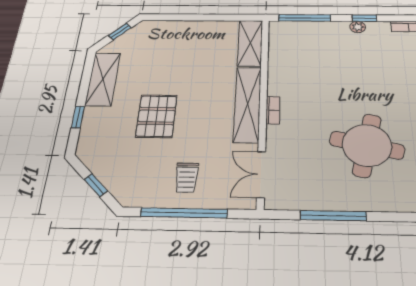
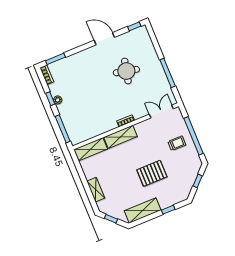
shelving: (180, 27) -> (96, 190), added
shelving: (248, 104) -> (120, 137), width x0.68
round table: (367, 145) -> (126, 71), width x0.73, depth x0.73
double door: (261, 174) -> (161, 112), swing flipped

